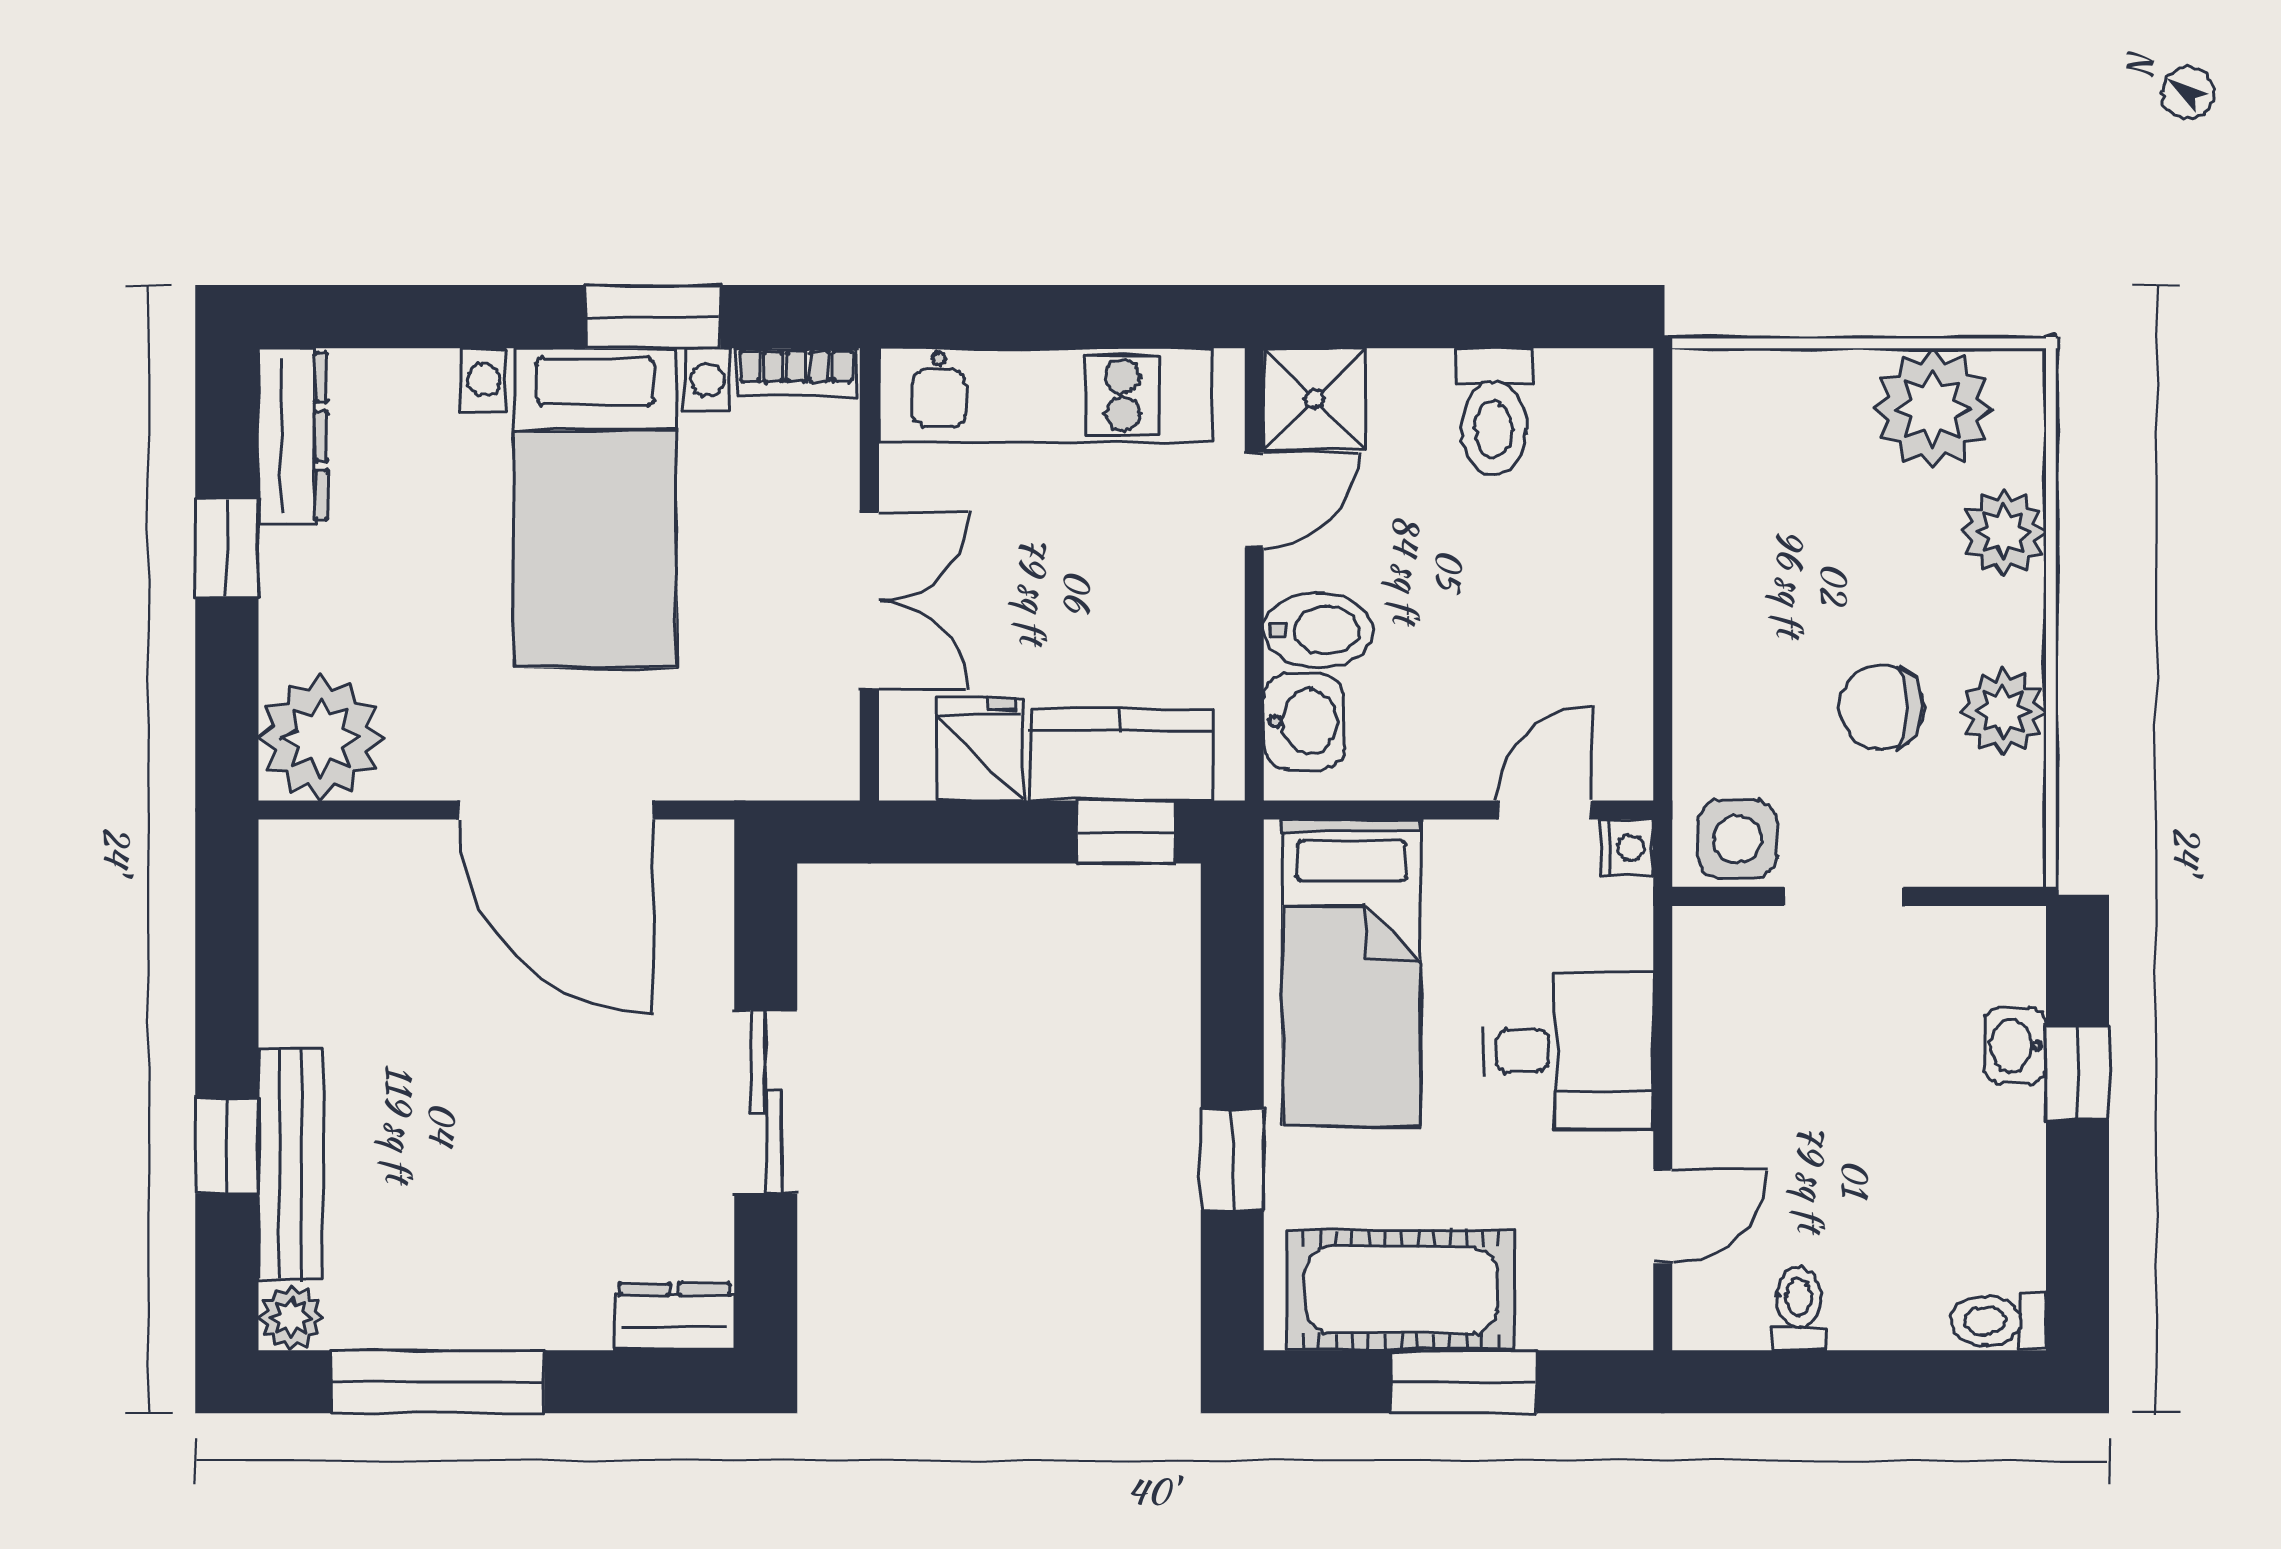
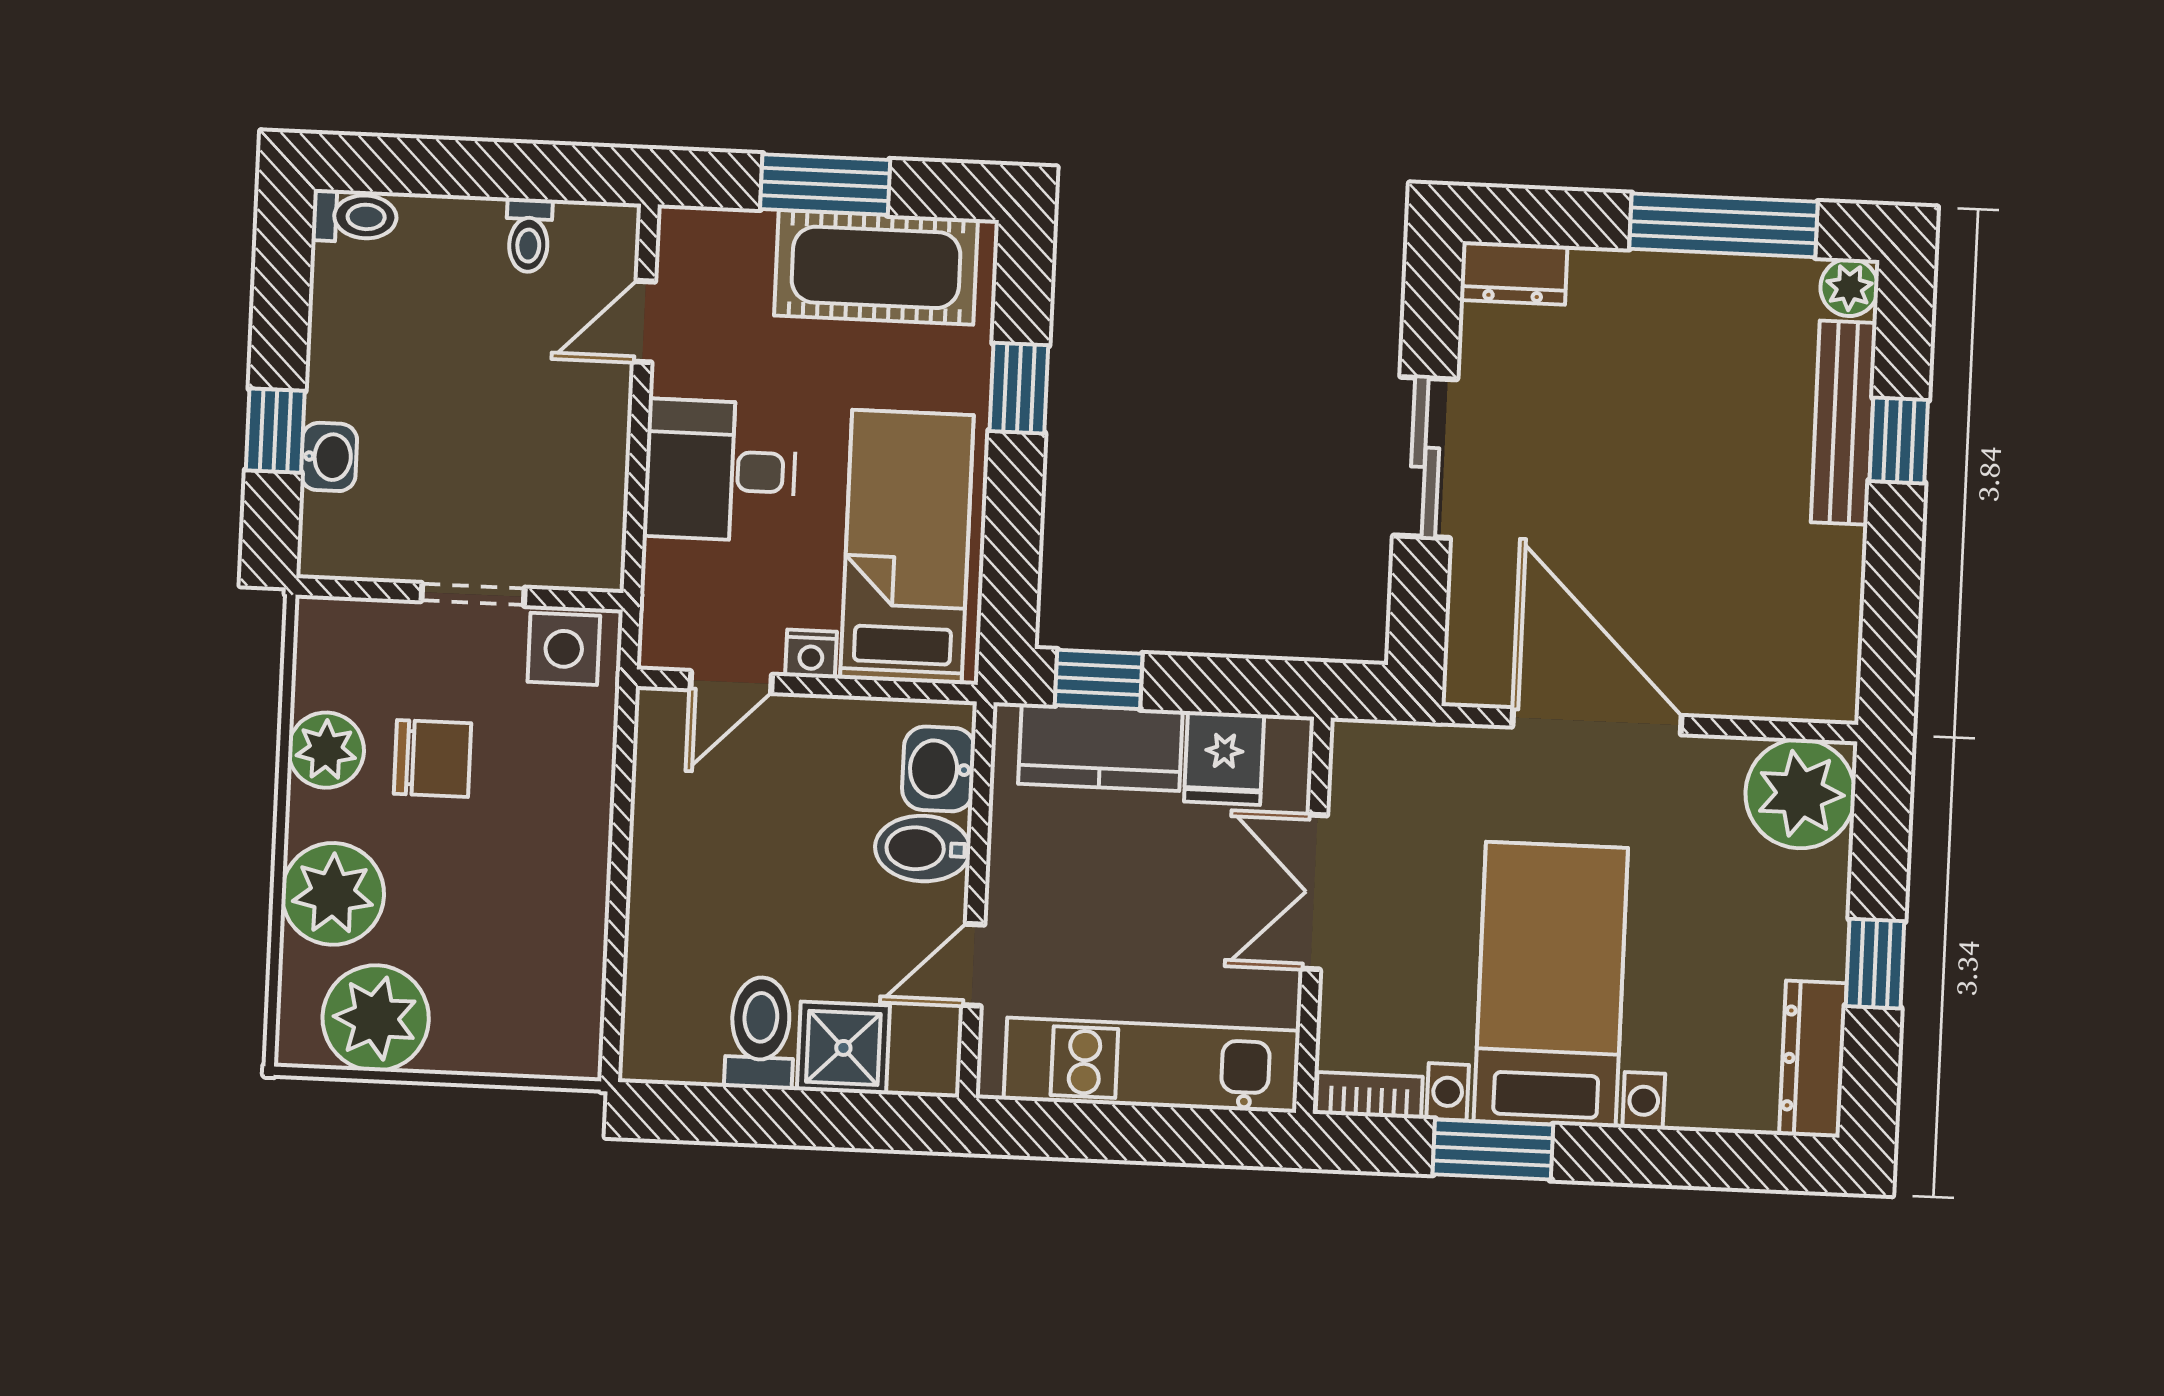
shower: (1314, 399) -> (843, 1048), moved
plant: (2003, 532) -> (333, 894), width x1.36, depth x1.36
nightstand: (1627, 848) -> (811, 654), moved, turned -90

